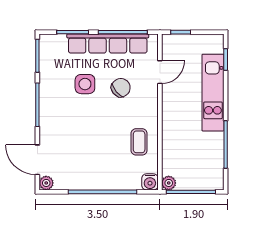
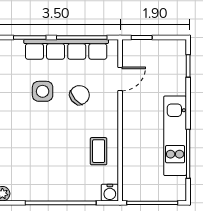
kitchen unit: (213, 93) -> (175, 136), moved
plant: (169, 183) -> (129, 194), removed

